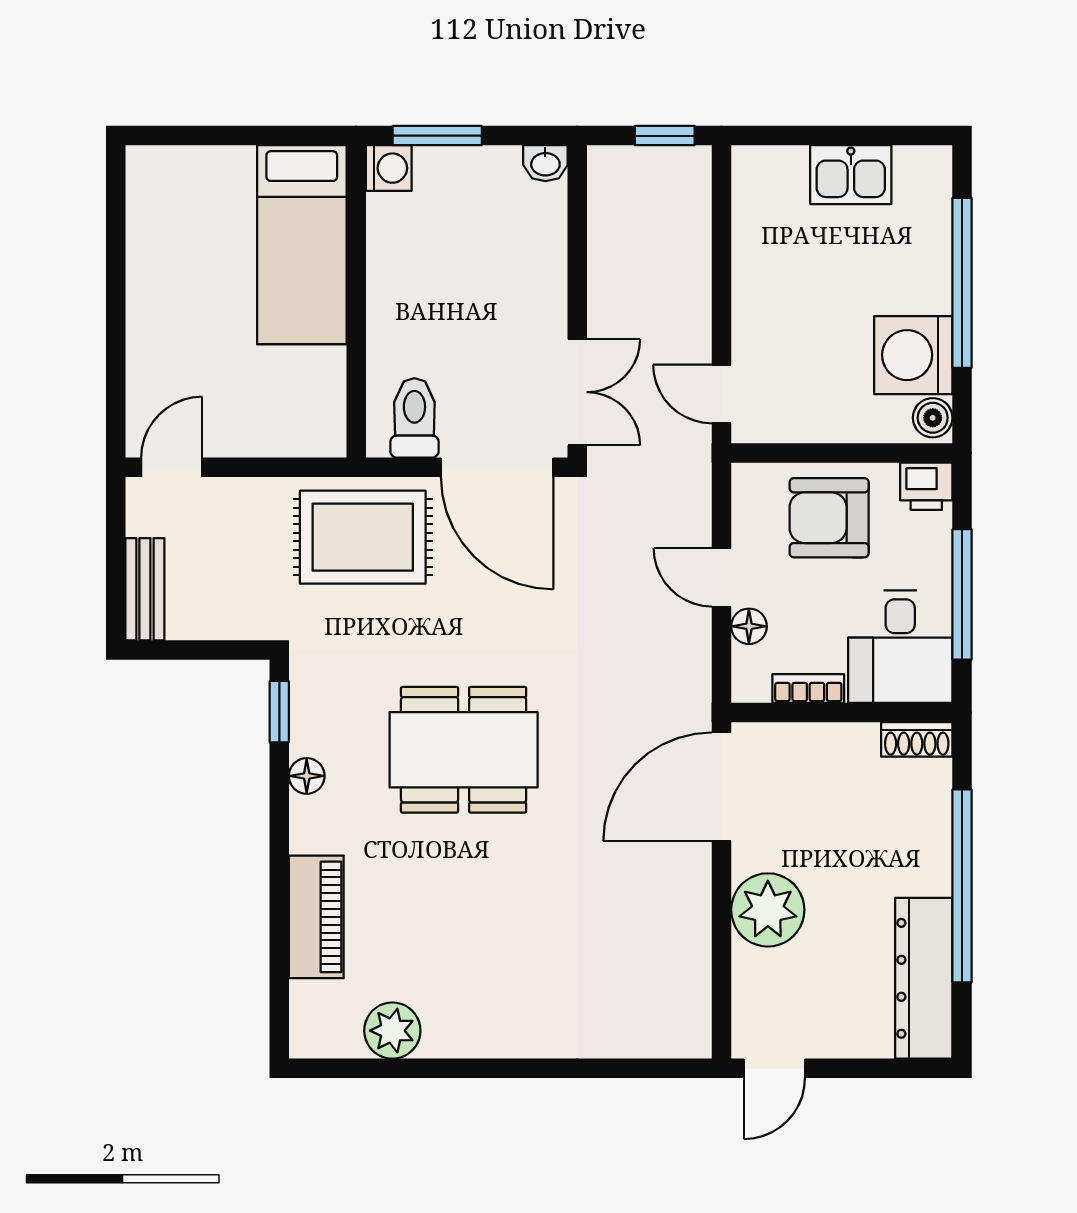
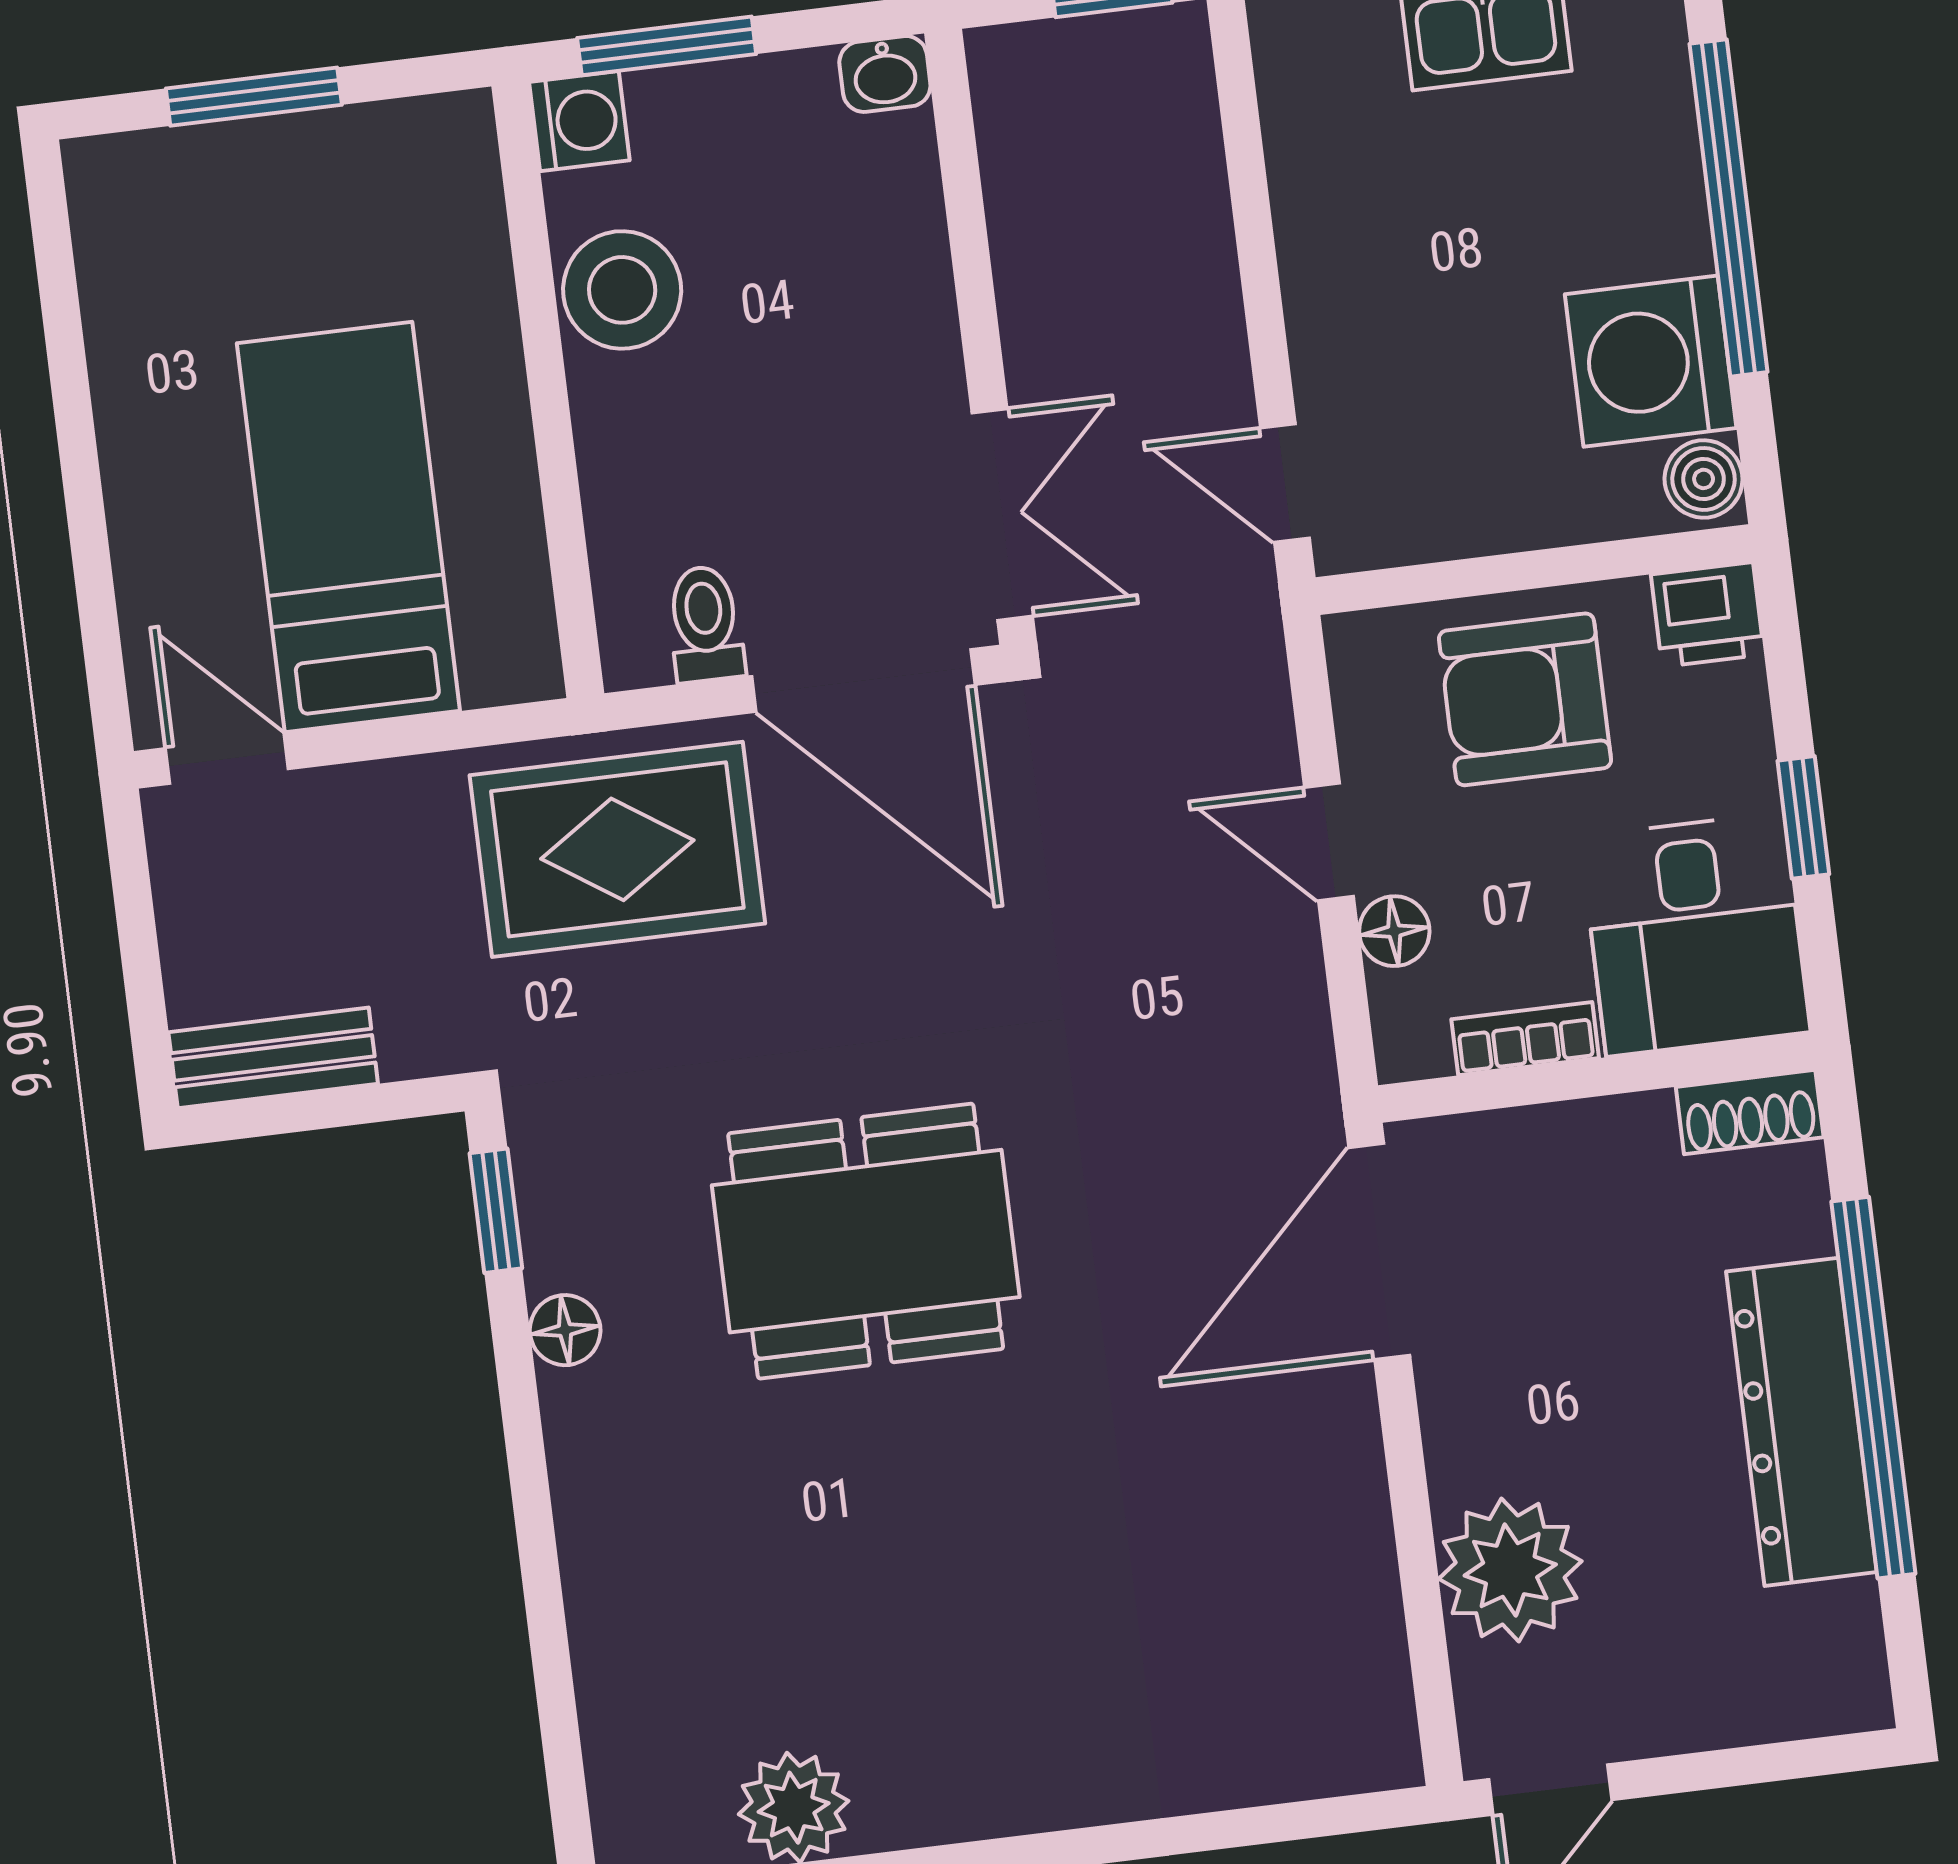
window: (226, 136) -> (254, 97), added
bed: (302, 245) -> (348, 527), moved, turned 180
stool: (400, 256) -> (622, 290), added
toilet: (414, 418) -> (705, 624), width x0.73, depth x0.72
door: (172, 467) -> (227, 759), hinge flipped
bench: (145, 589) -> (273, 1058), moved, turned 90
window: (962, 594) -> (1803, 817), width x0.46
plant: (768, 910) -> (1510, 1570), moved
piano: (316, 917) -> (618, 1603), removed
dresser: (924, 978) -> (1801, 1422), moved

